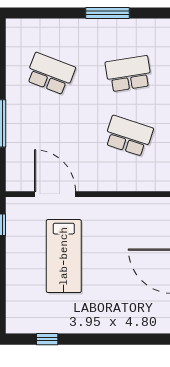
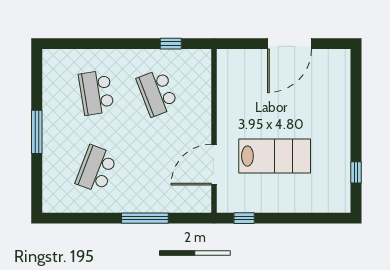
window: (108, 13) -> (37, 132), moved
school desk: (129, 136) -> (157, 93), turned -39

